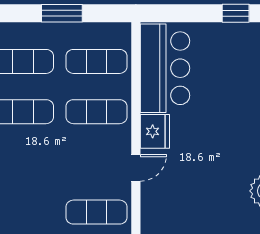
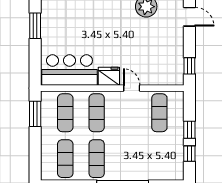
window: (62, 13) -> (35, 114), moved
window: (236, 13) -> (35, 26), width x1.50

